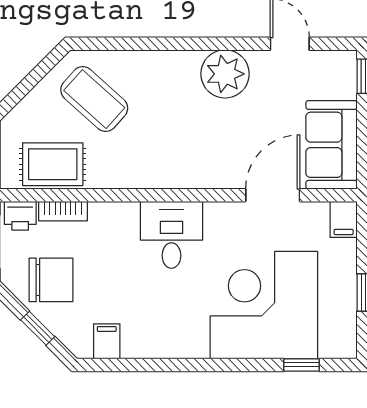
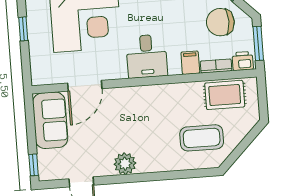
plant: (225, 74) -> (125, 164), width x0.73, depth x0.73
coffee table: (94, 99) -> (202, 138), turned -42
filing cabinet: (344, 219) -> (190, 63), moved

